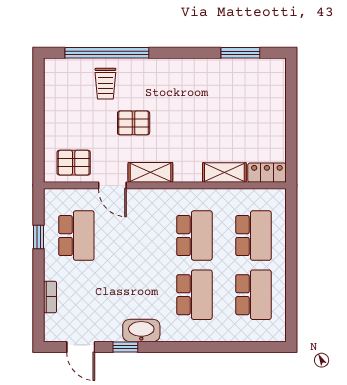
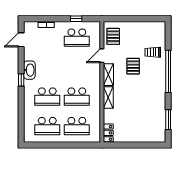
window: (107, 53) -> (168, 71), moved
shelving: (224, 172) -> (108, 97), moved
window: (125, 347) -> (21, 80), moved

